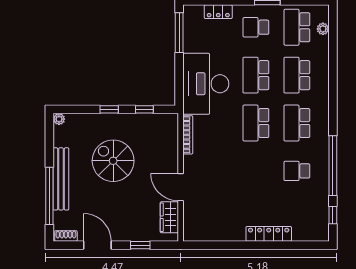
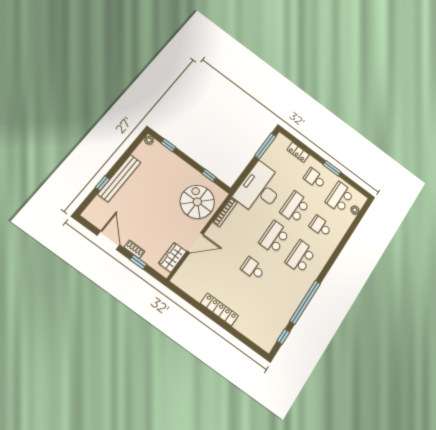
school desk: (297, 75) -> (321, 226), width x0.54
window: (109, 109) -> (168, 145), moved
spiral stairs: (113, 161) -> (197, 202), moved
school desk: (297, 171) -> (253, 269), moved
door: (181, 187) -> (195, 243), swing flipped
window: (49, 196) -> (103, 183), width x0.32
locker: (269, 234) -> (219, 309), moved
shoe rack: (66, 236) -> (134, 249), moved

